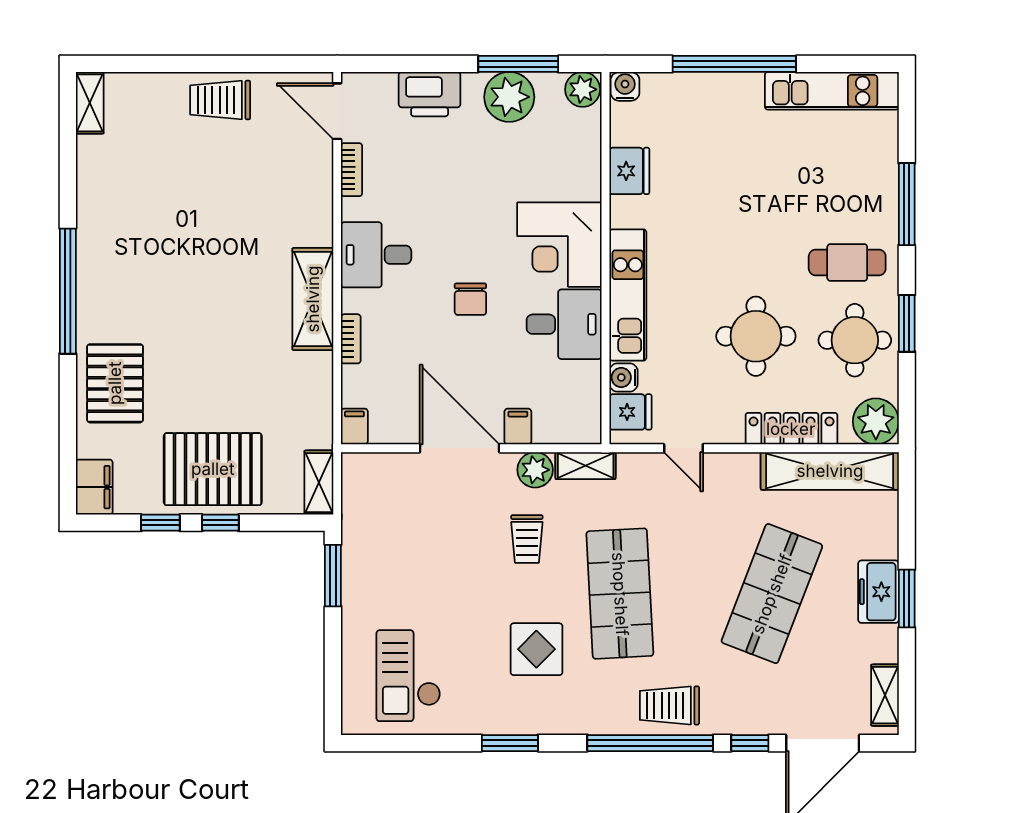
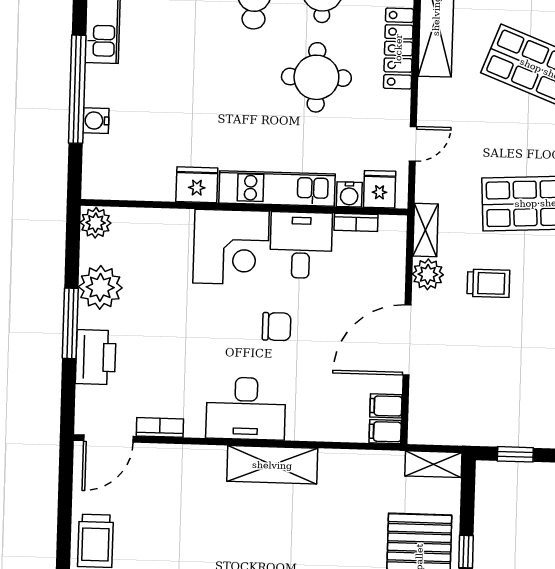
window: (518, 64) -> (70, 323), moved
water cooler: (625, 86) -> (96, 121), moved
fridge: (629, 171) -> (197, 185), moved
desk: (376, 255) -> (246, 408), width x1.37
bookcase: (351, 339) -> (356, 222), moved, turned 180
filing cabinet: (518, 427) -> (386, 406), moved
window: (333, 576) -> (515, 454), width x0.67

